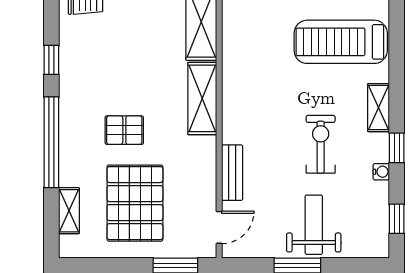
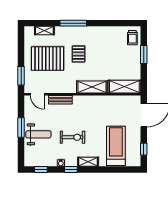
window: (51, 60) -> (108, 23), removed
window: (51, 142) -> (73, 23), width x0.68

